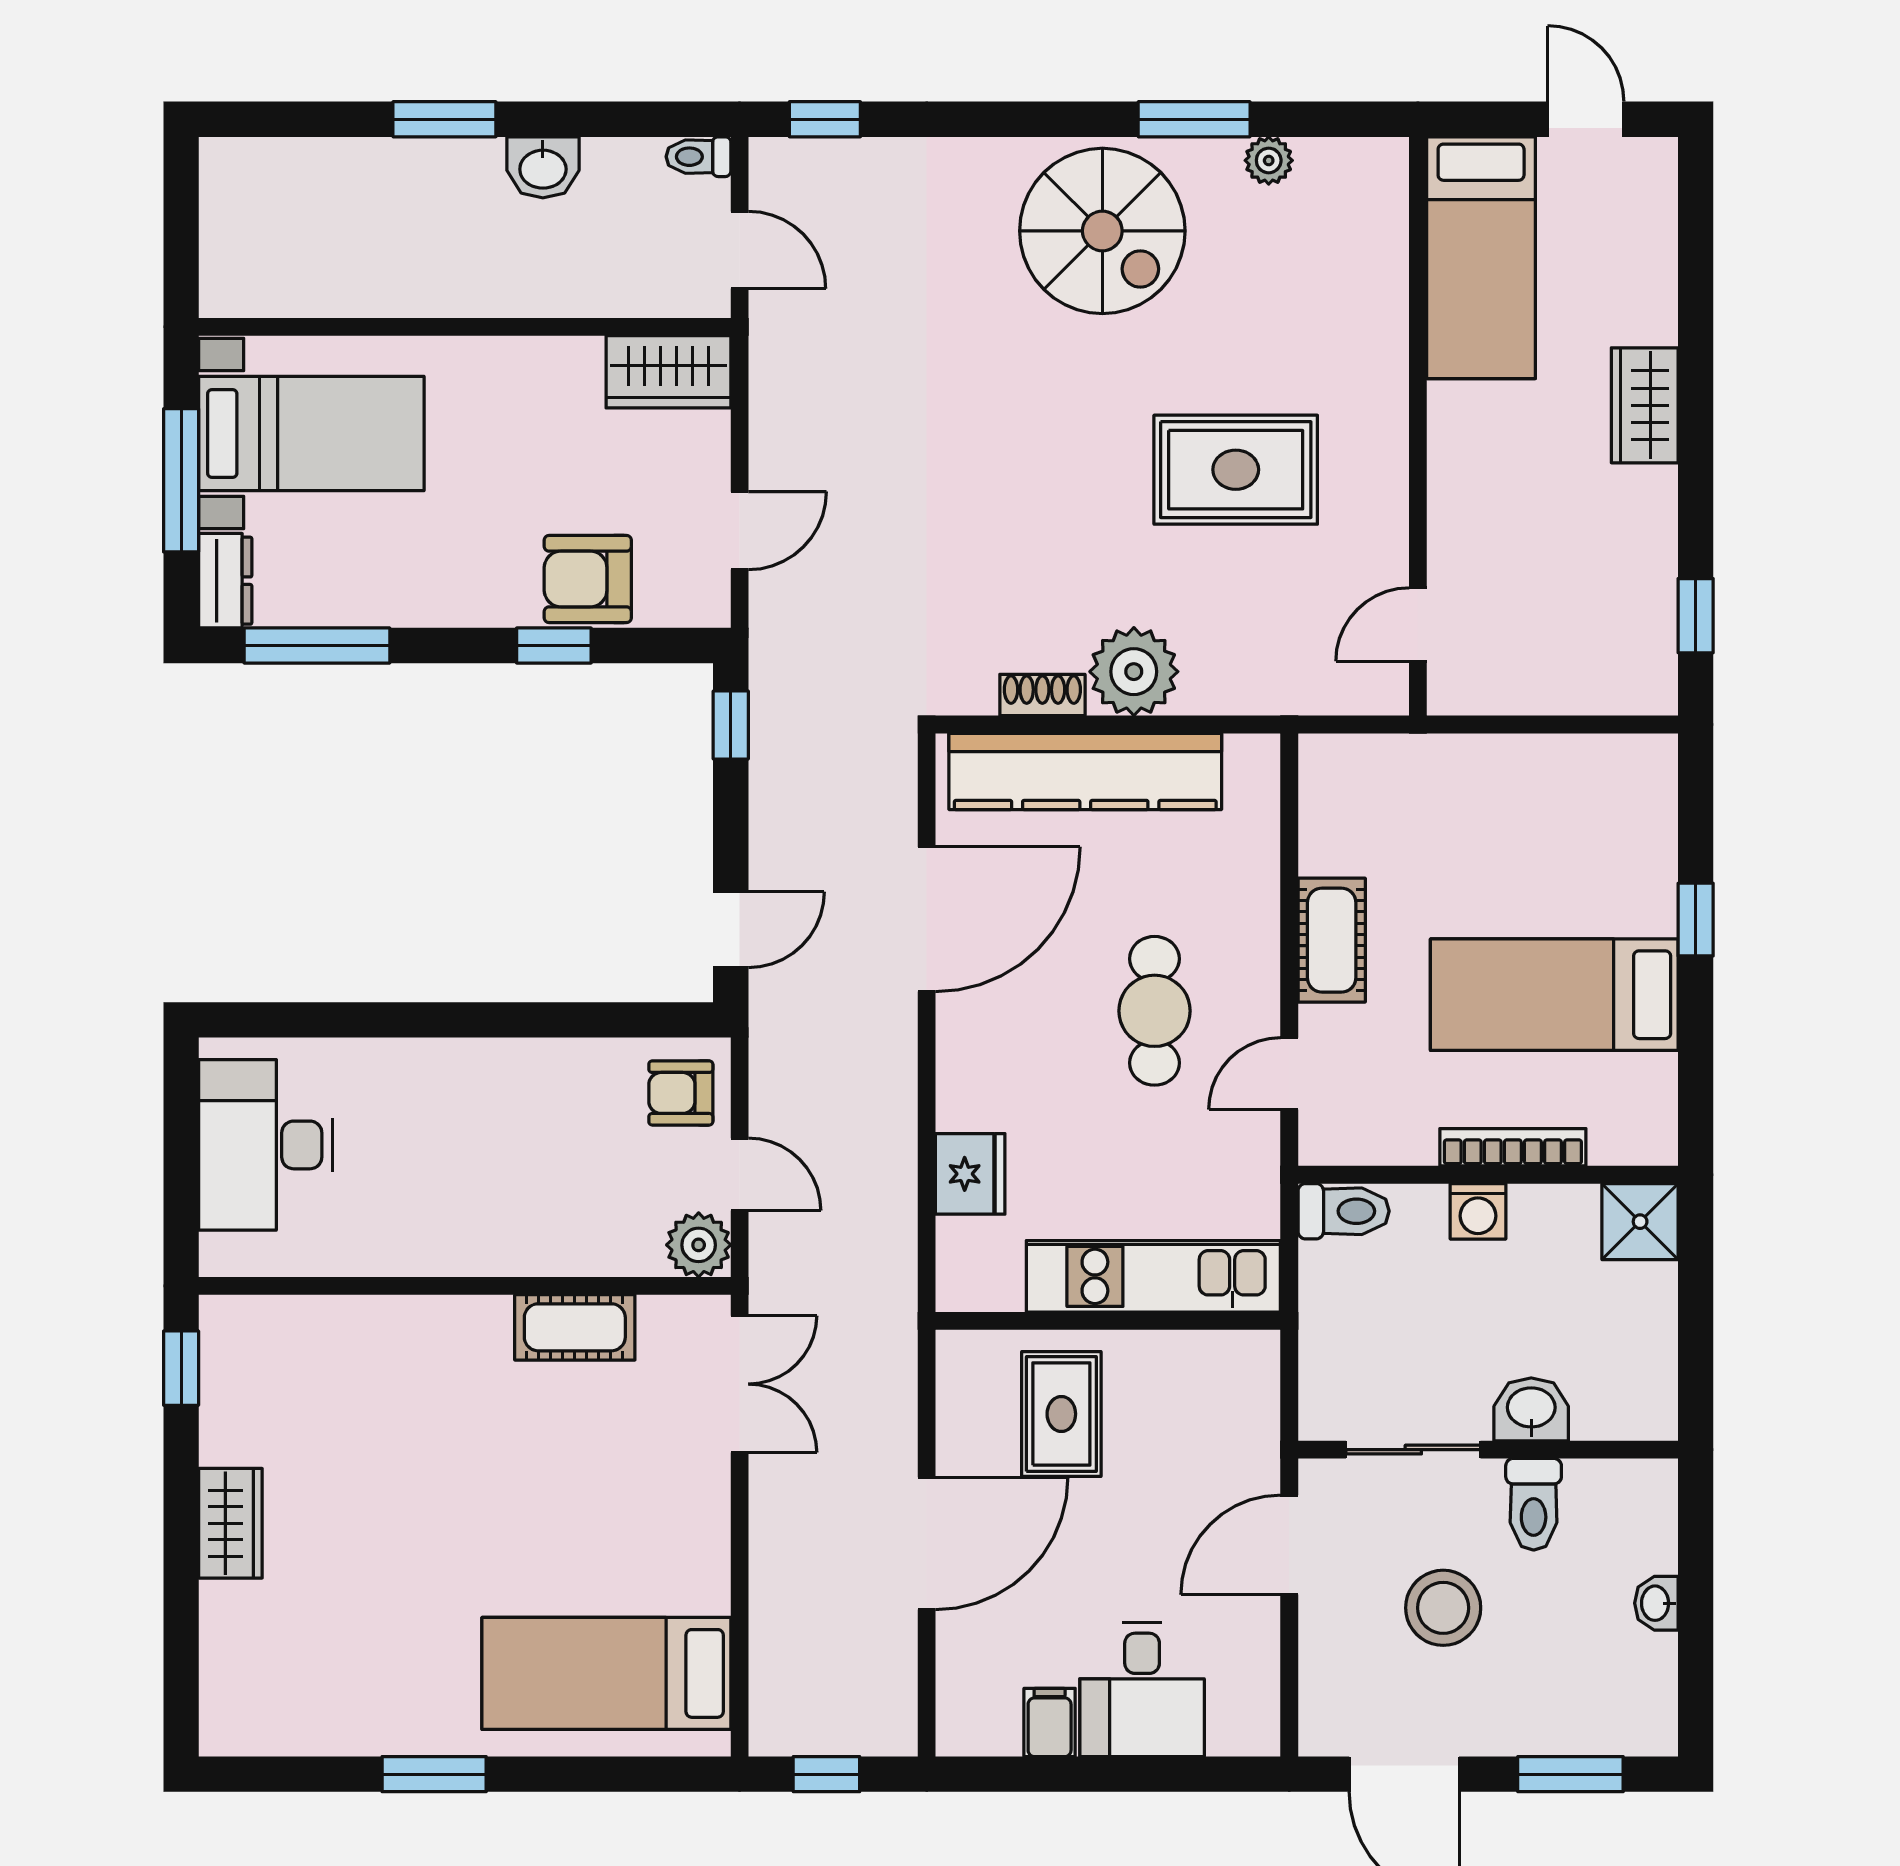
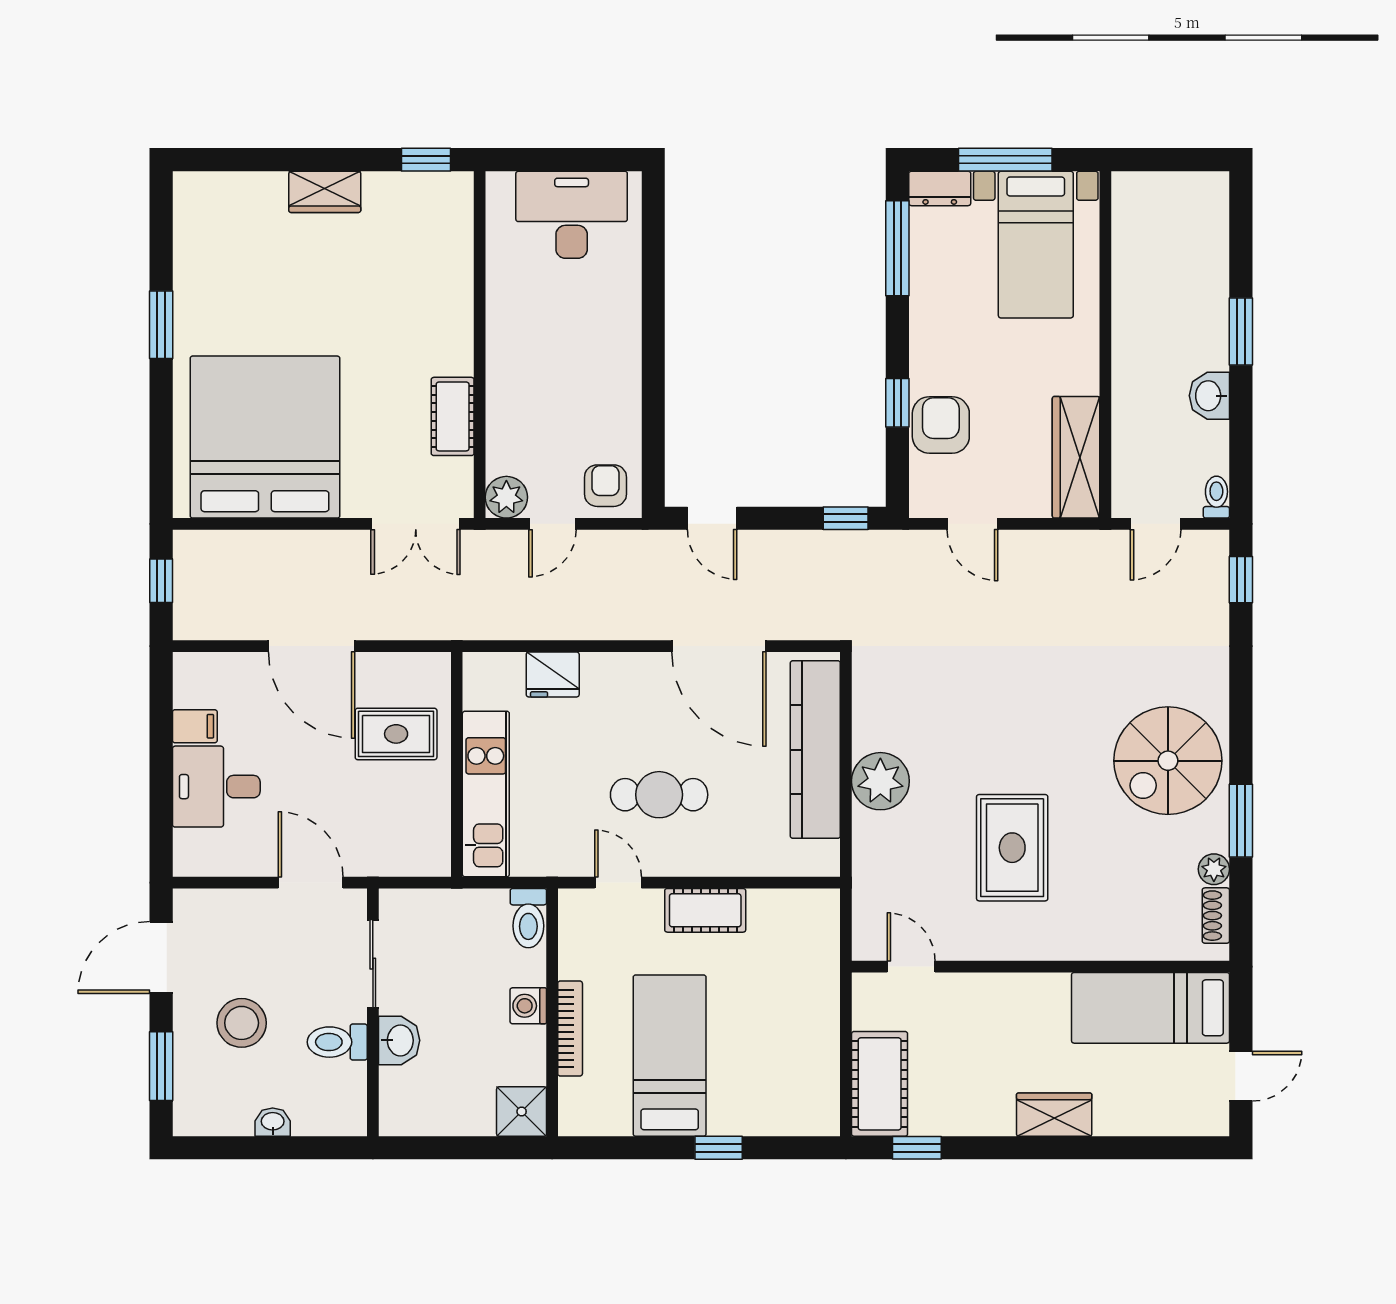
wardrobe: (668, 372) -> (1076, 457), width x1.50
cot: (1598, 673) -> (880, 1084), added
shoe rack: (1042, 695) -> (1216, 916), moved, turned 180
stool: (1443, 1608) -> (242, 1023), moved
bed: (606, 1673) -> (265, 437), width x2.04

